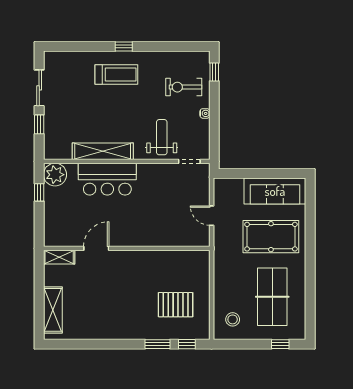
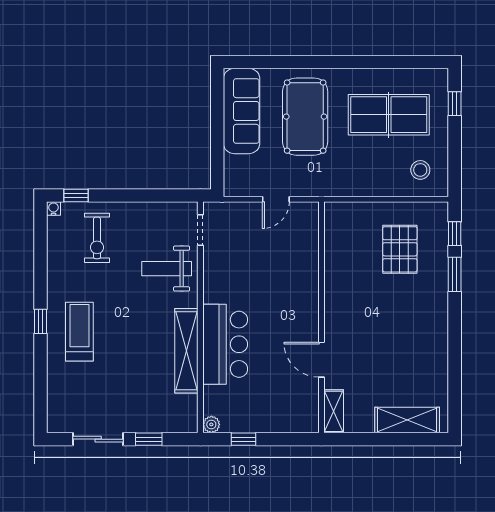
water cooler: (205, 113) -> (54, 209), moved
plant: (55, 175) -> (211, 424), width x0.53, depth x0.53

